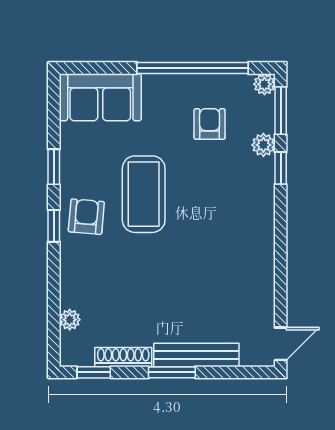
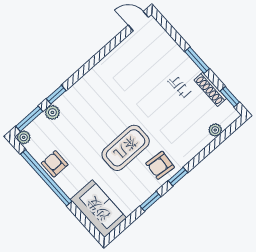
armchair: (210, 124) -> (55, 164), moved, turned 90
bench: (196, 355) -> (179, 56), removed

